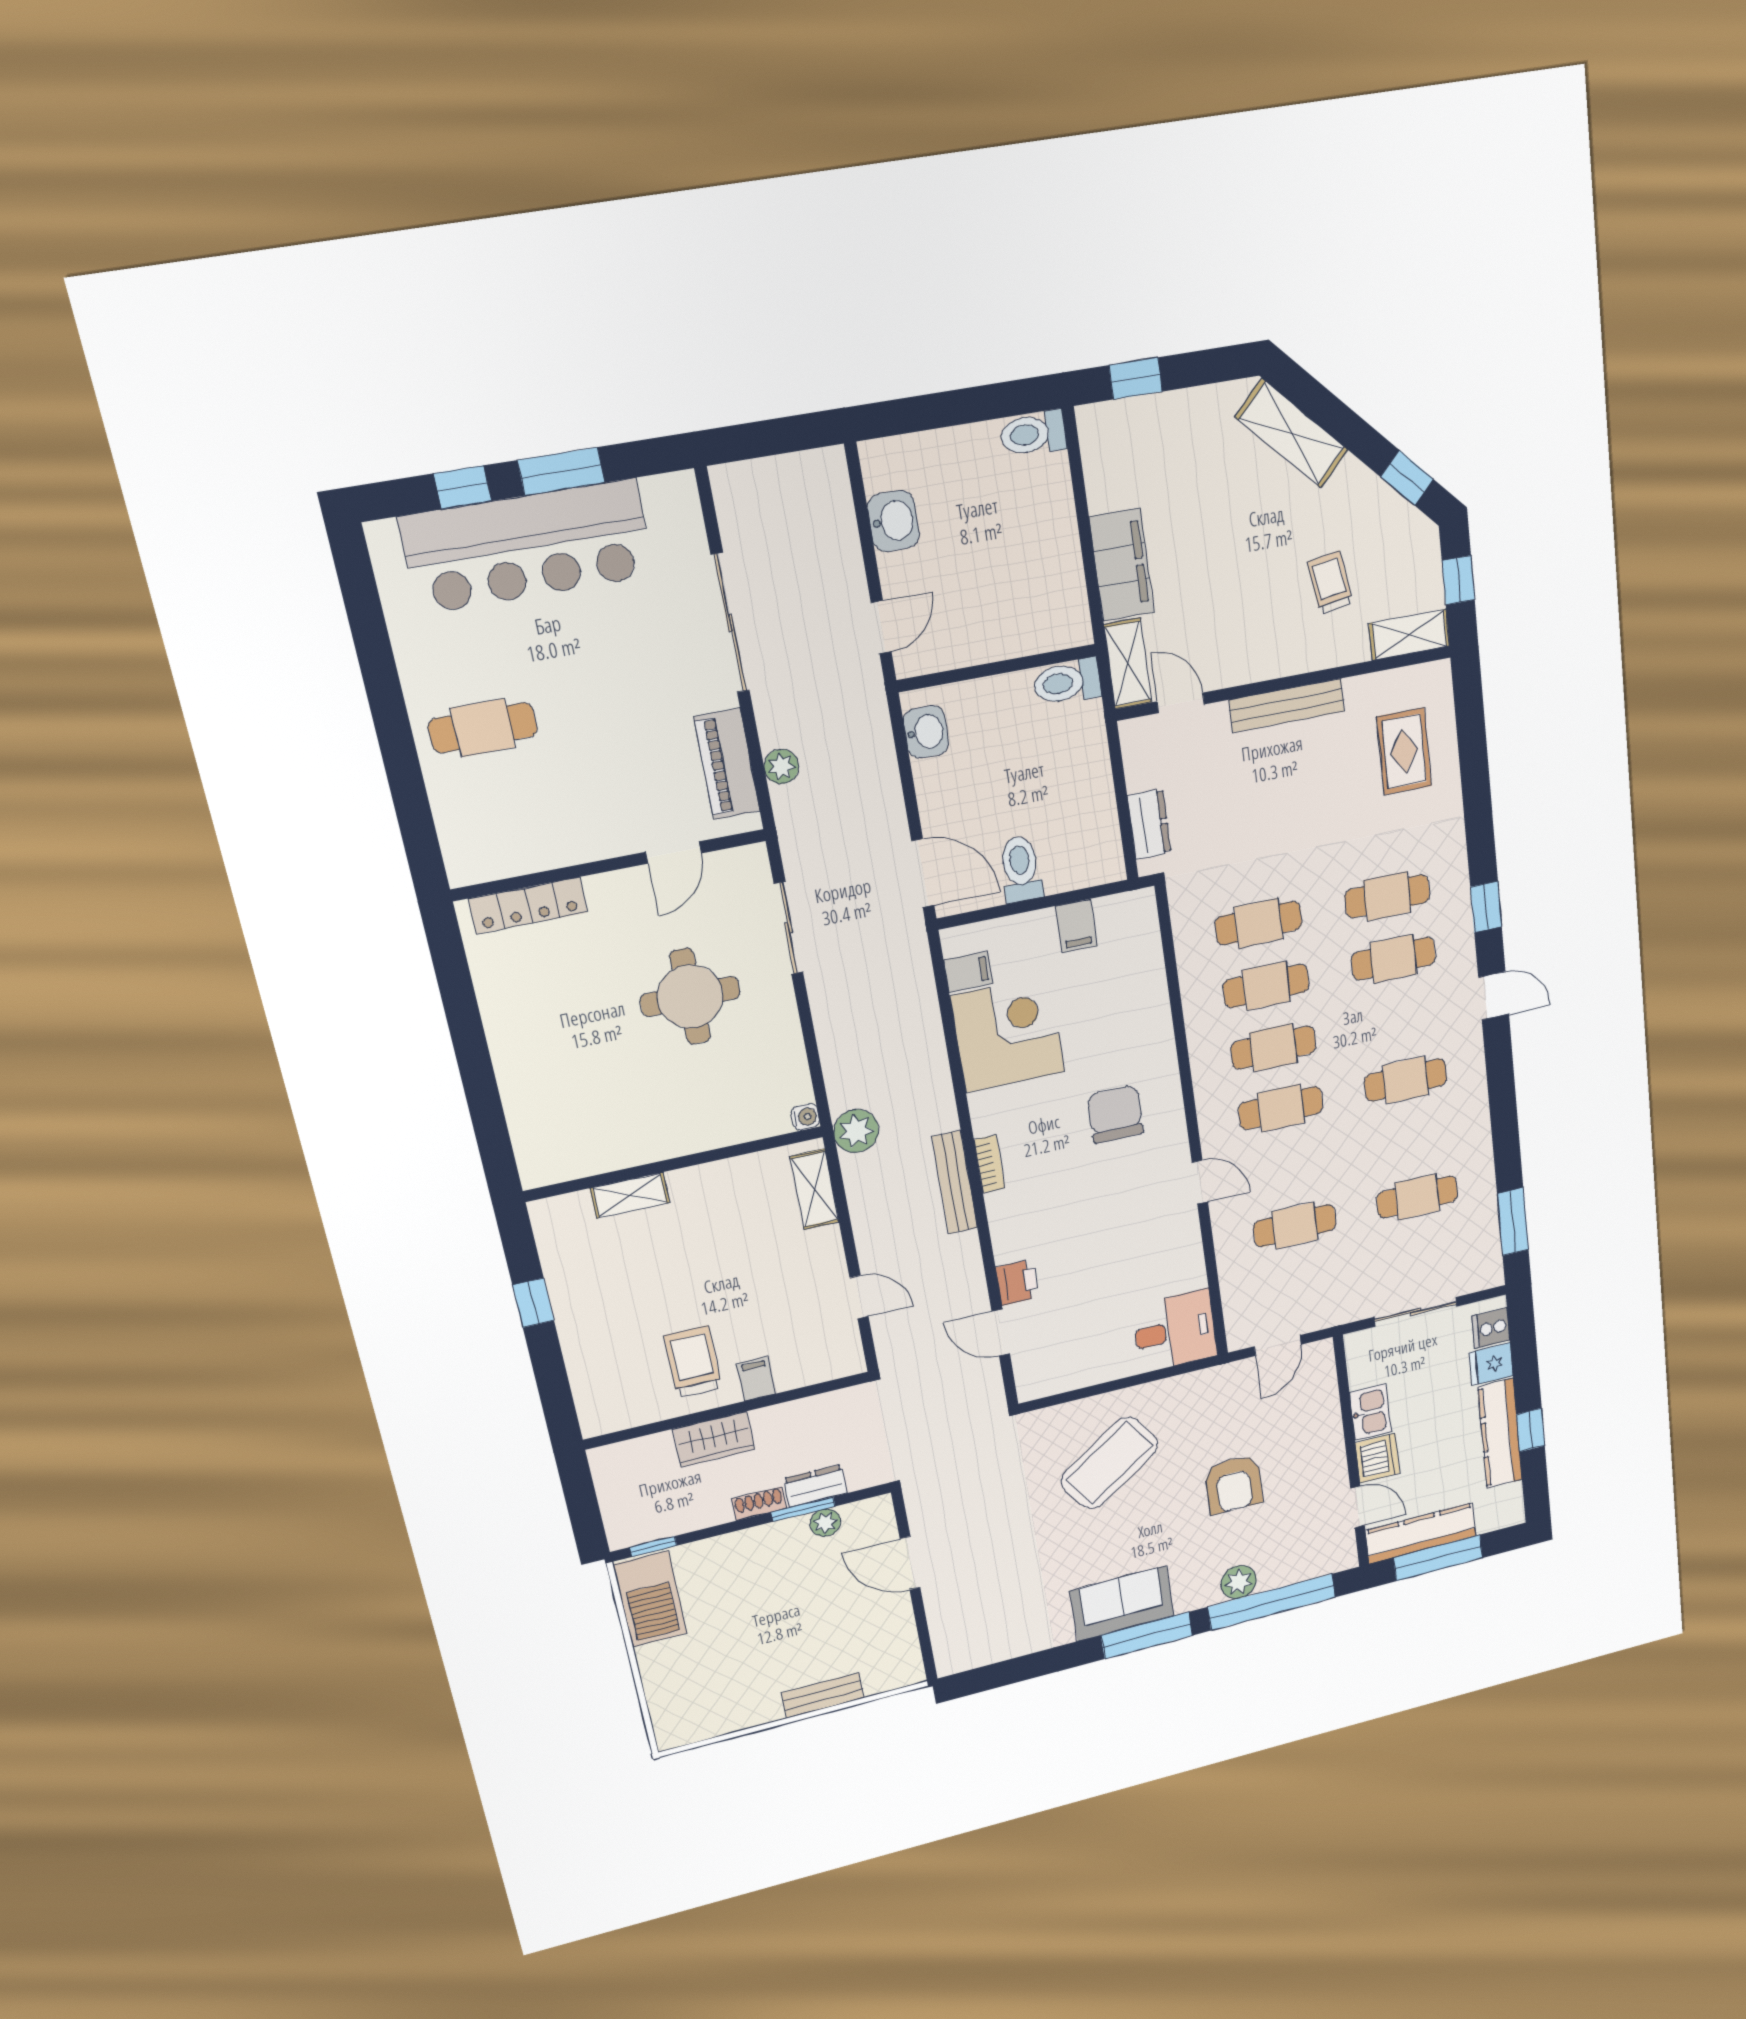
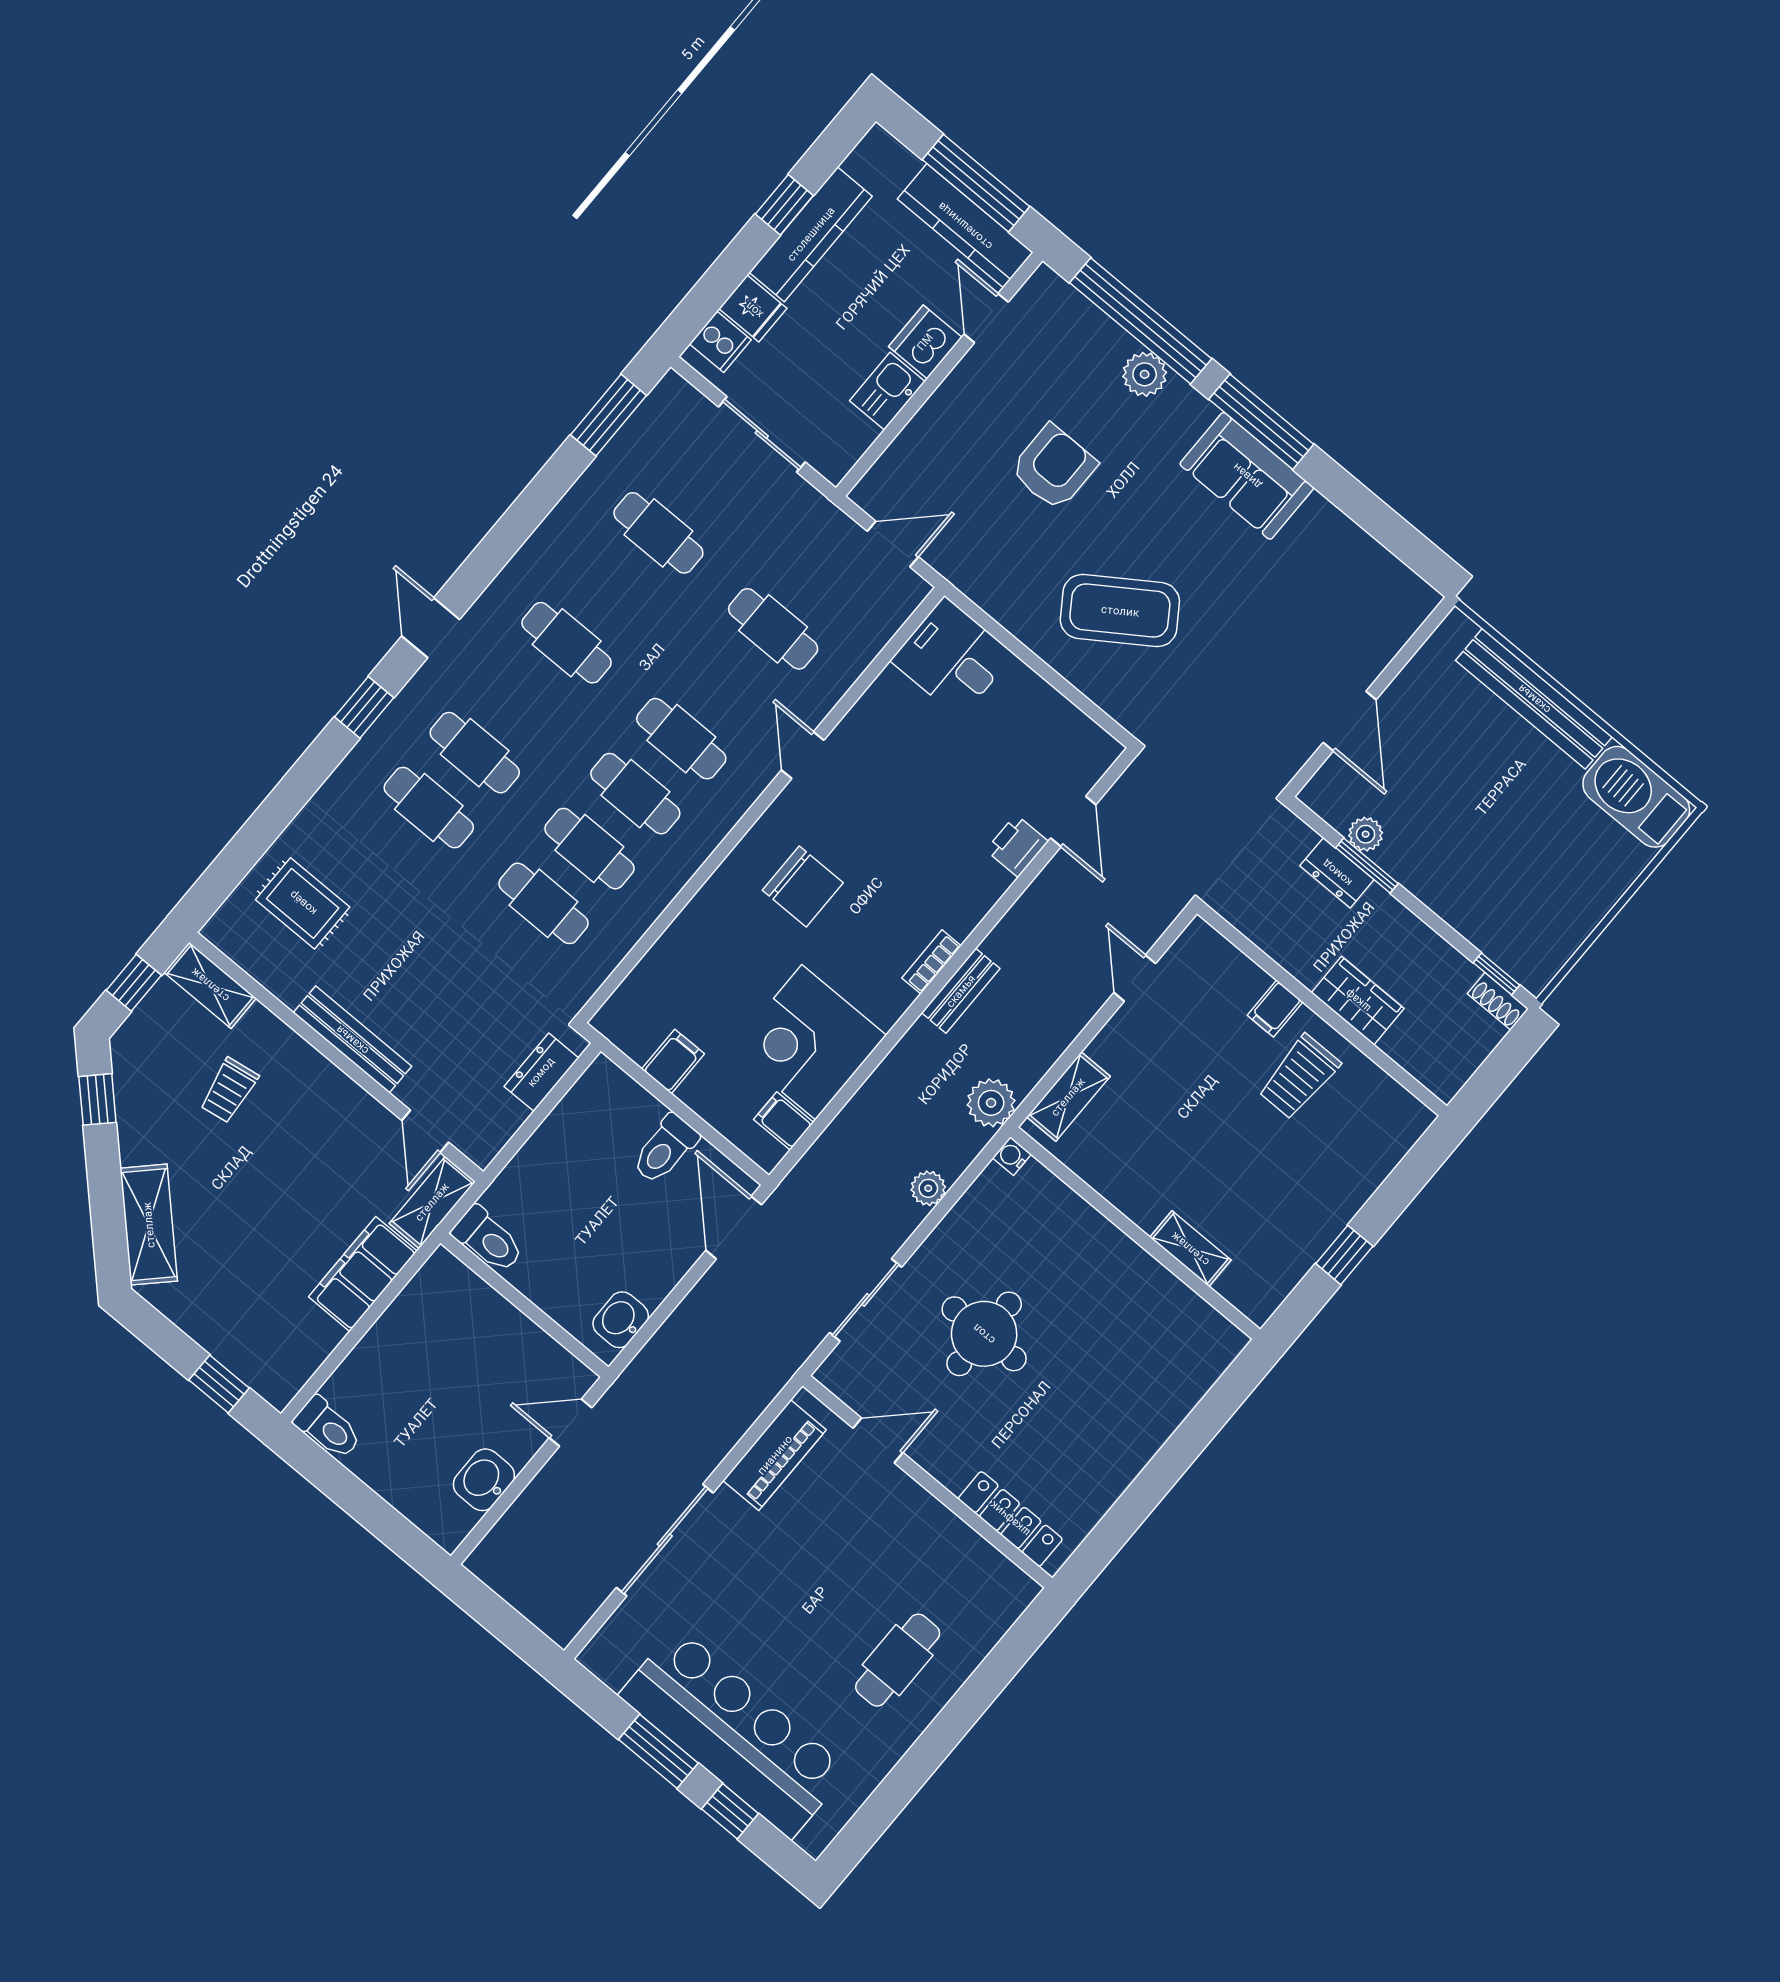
cafe table: (483, 728) -> (898, 1660), turned 90
rug: (1404, 751) -> (303, 903), turned 90
plant: (781, 767) -> (928, 1188), moved
chair: (1115, 1114) -> (803, 887), turned -90
bench: (955, 1182) -> (961, 991), width x0.73
shoe rack: (759, 1504) -> (1498, 1001), moved
barbecue: (650, 1599) -> (1636, 797), moved, turned -90
bench: (823, 1695) -> (1534, 699), width x1.86, depth x1.21

